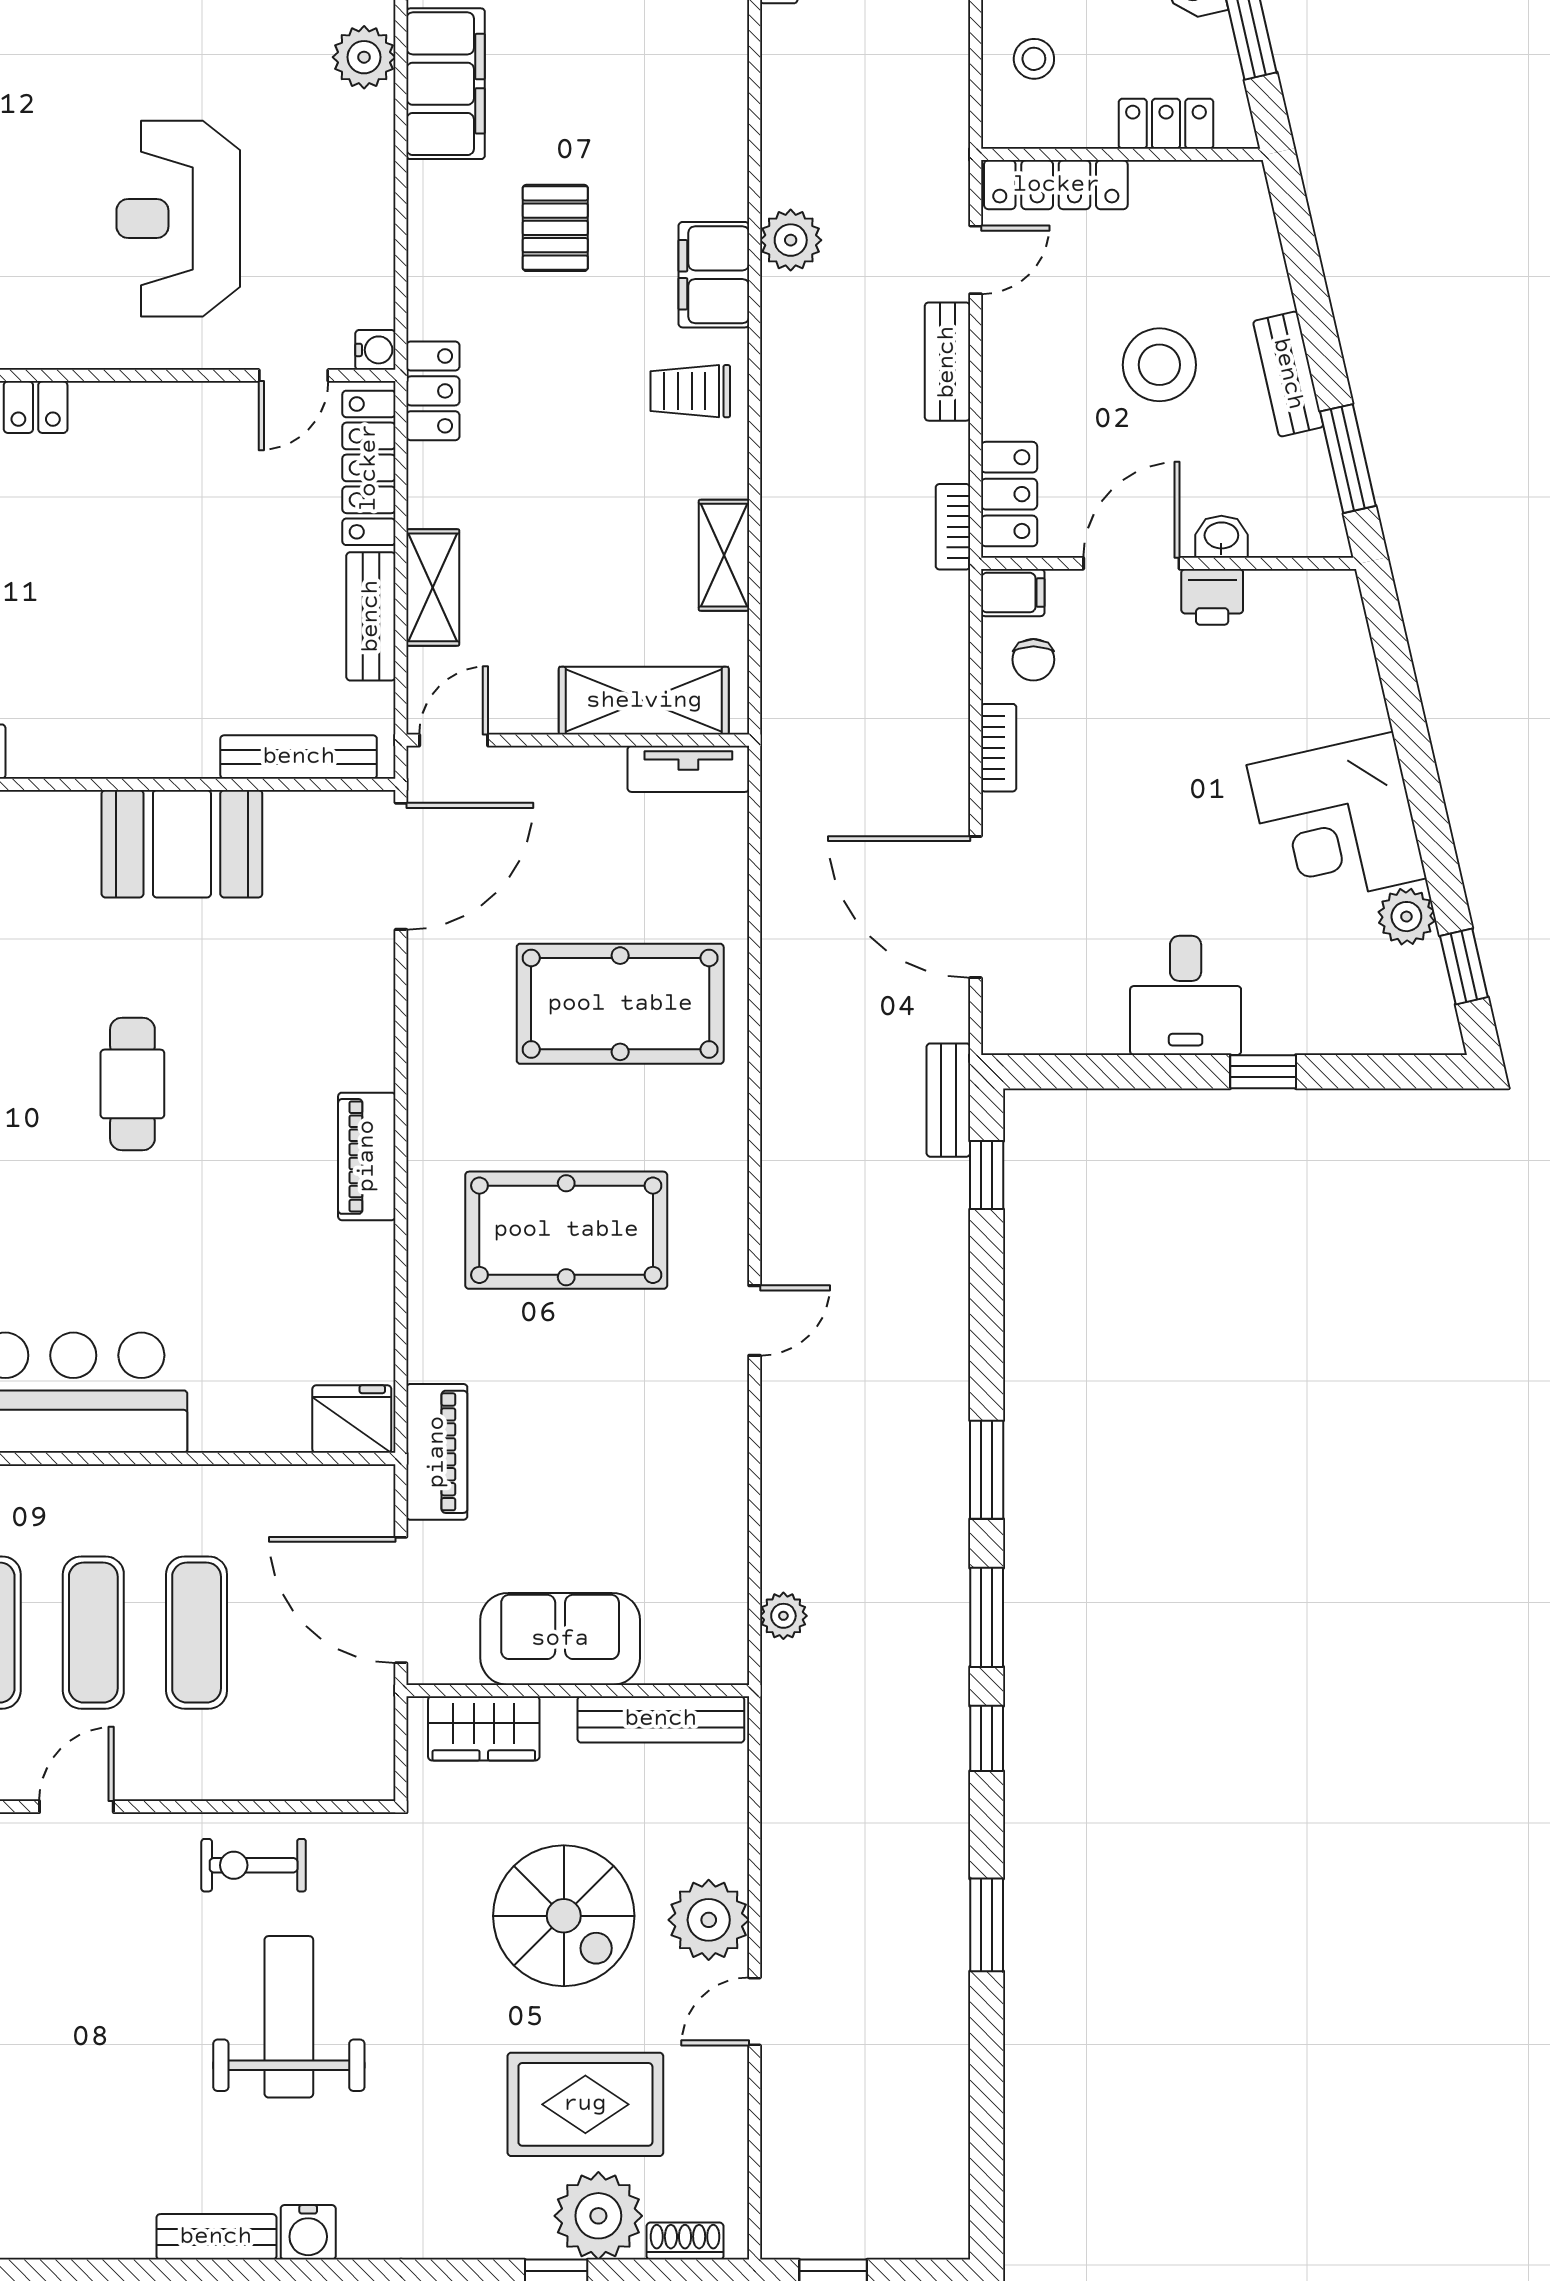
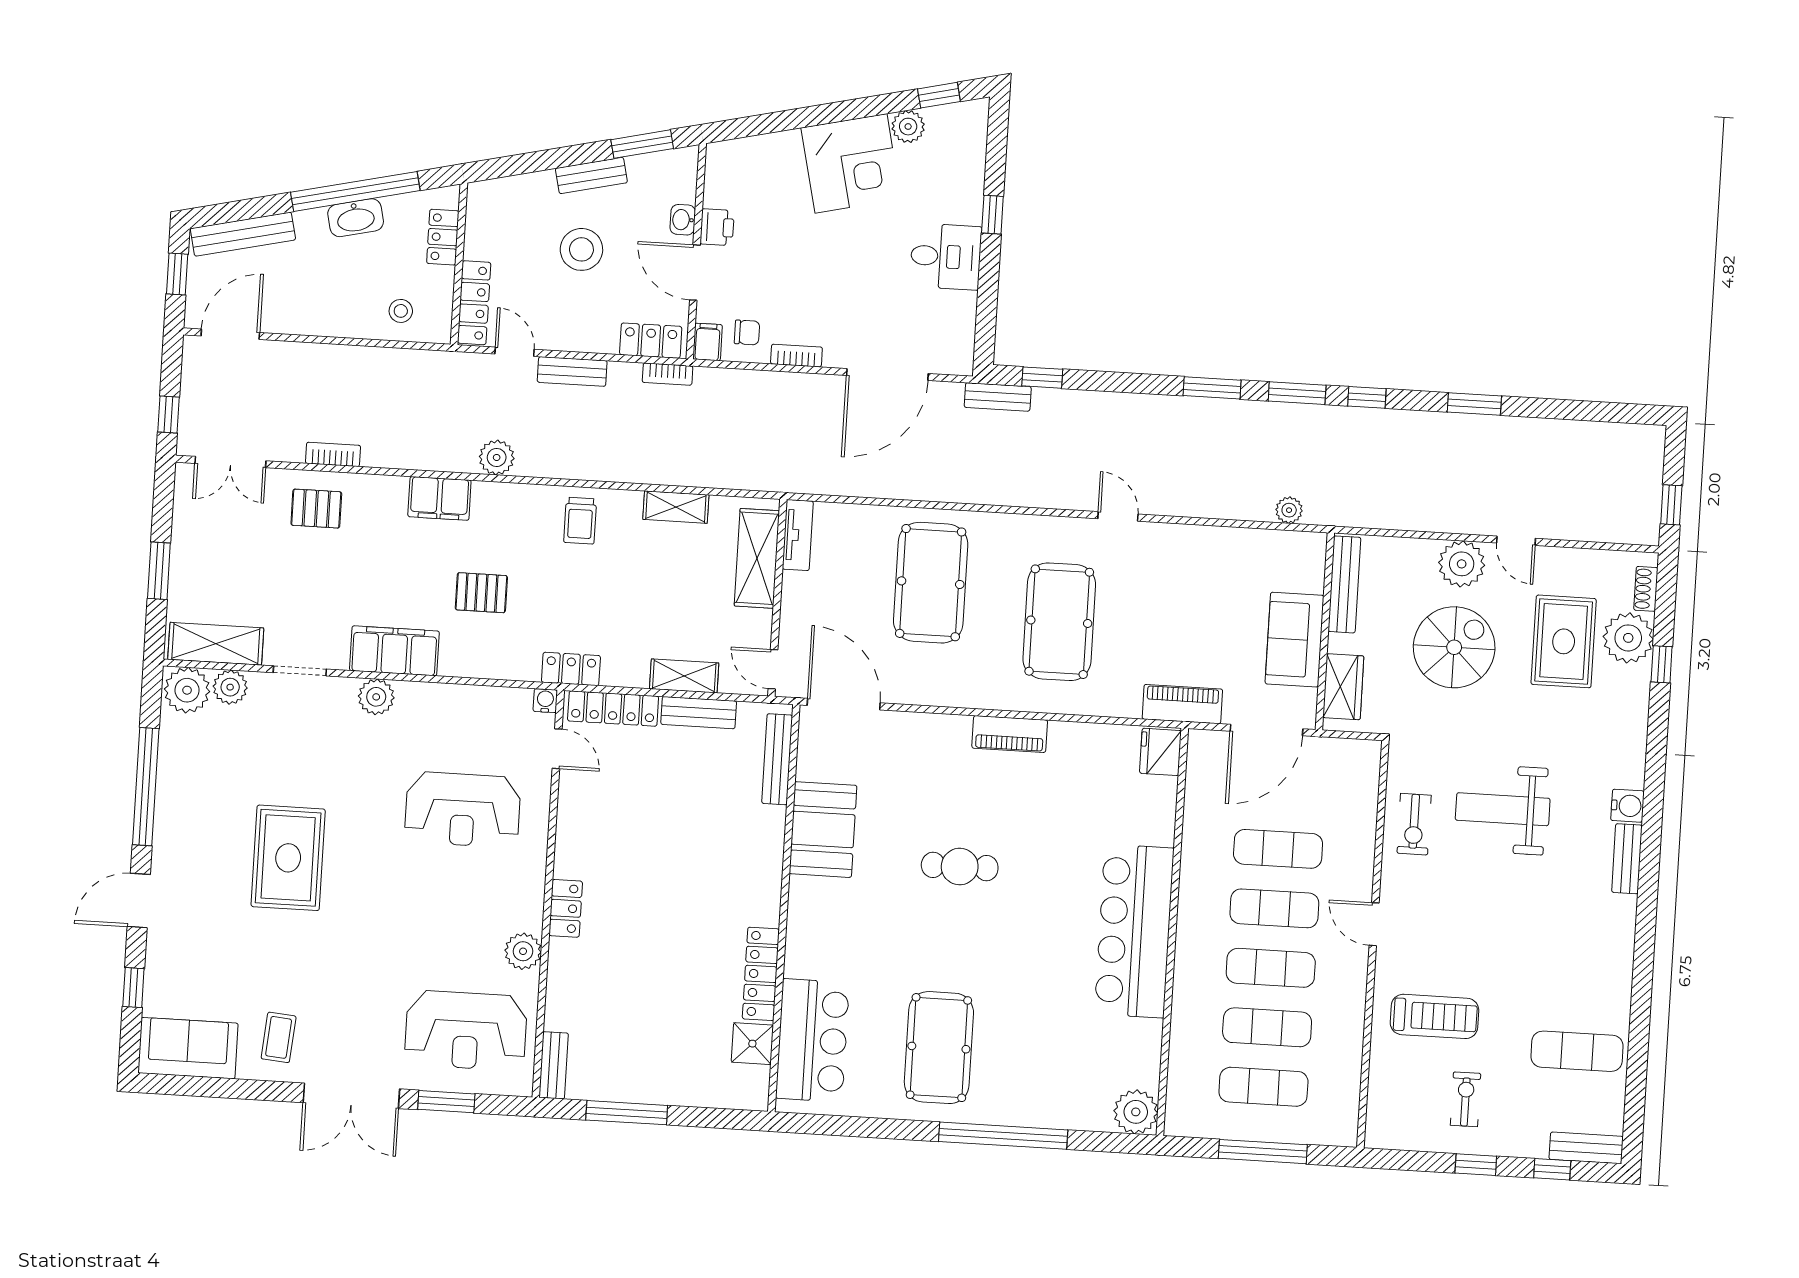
filing cabinet: (714, 275) -> (439, 498), moved

